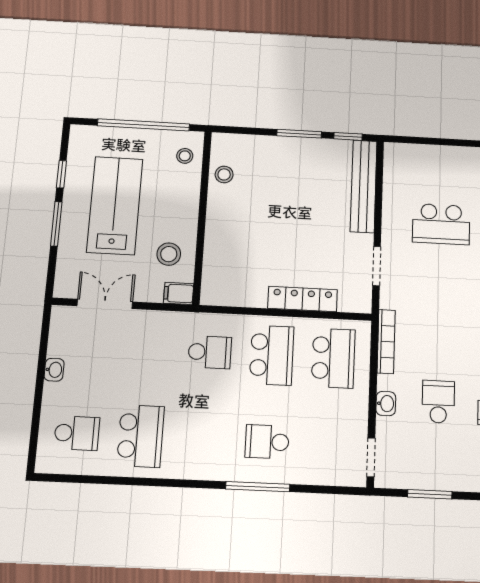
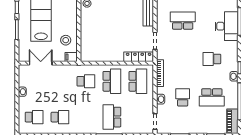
school desk: (441, 224) -> (183, 21), turned 180
locker: (303, 299) -> (139, 57), moved
school desk: (141, 436) -> (60, 117), width x0.54
school desk: (267, 442) -> (112, 117), width x1.85

